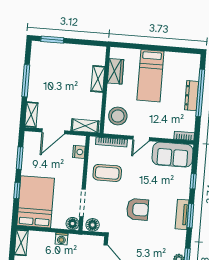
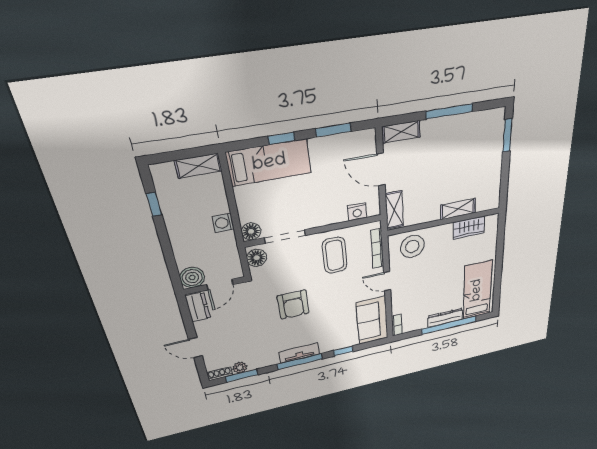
bed: (150, 76) -> (477, 290), moved, turned 90
bed: (36, 202) -> (269, 163), width x0.67
window: (190, 216) -> (300, 362), width x1.44

